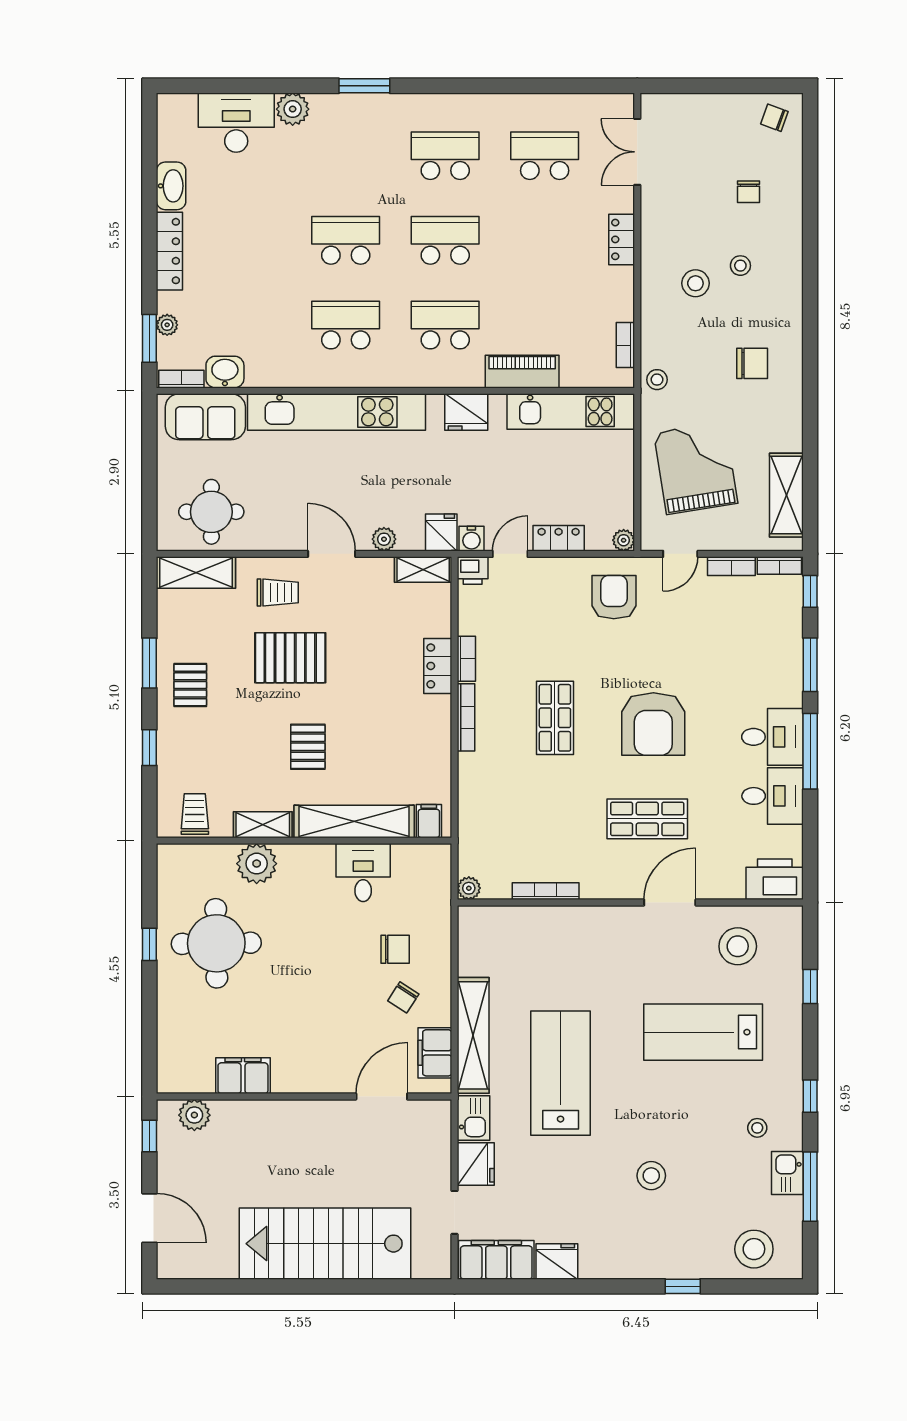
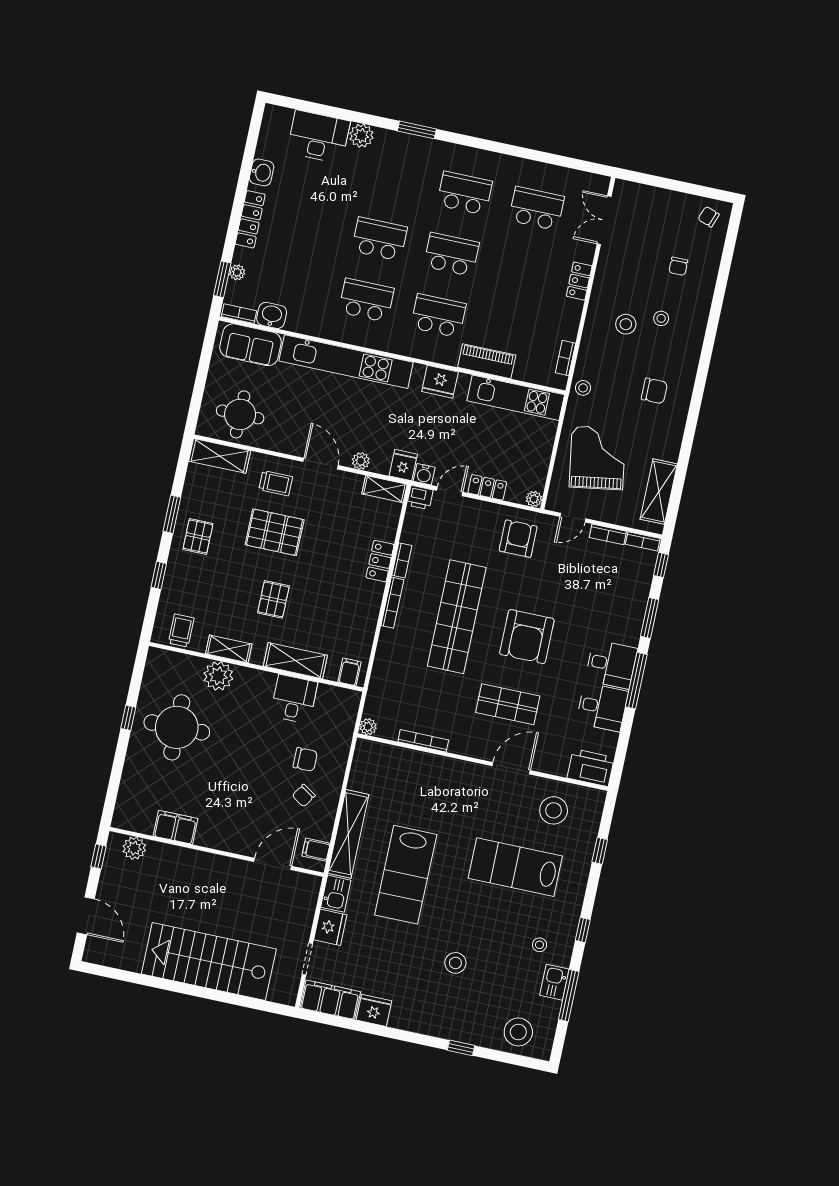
washbasin: (171, 186) -> (262, 172), width x0.72
shop shelf: (555, 718) -> (457, 617), width x2.00, depth x1.36
shelving: (354, 822) -> (295, 661), width x0.68
filing cabinet: (435, 1053) -> (316, 850), width x0.50
lab bench: (561, 1073) -> (406, 875), turned 180

